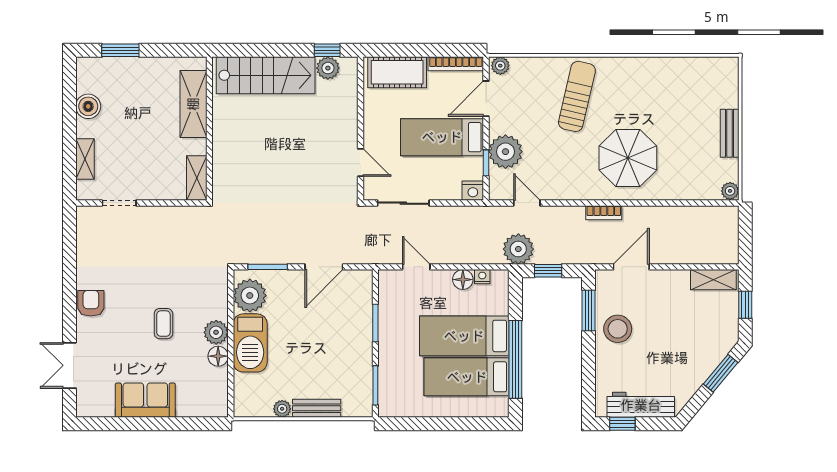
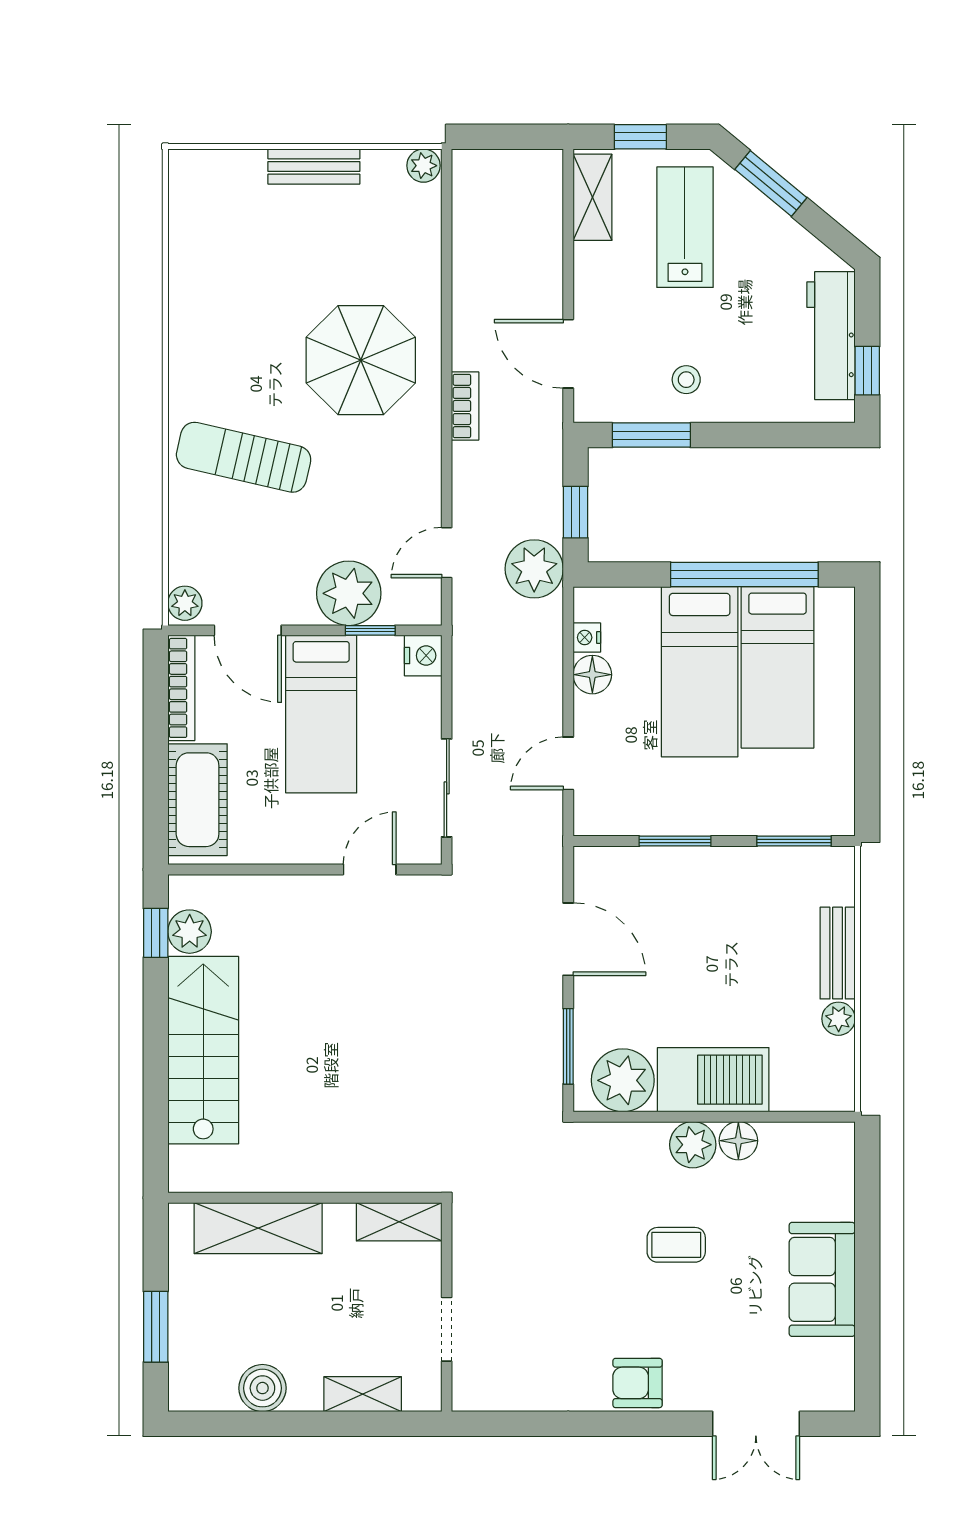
shelving: (193, 104) -> (258, 1228), moved
wall: (209, 129) -> (305, 1198), moved
shelving: (197, 178) -> (399, 1222), moved
lab bench: (698, 328) -> (685, 227), added
stool: (618, 329) -> (686, 380), width x0.53, depth x0.53

